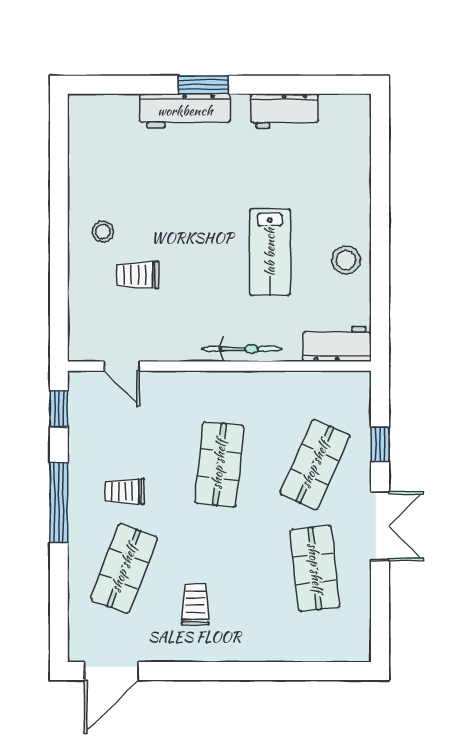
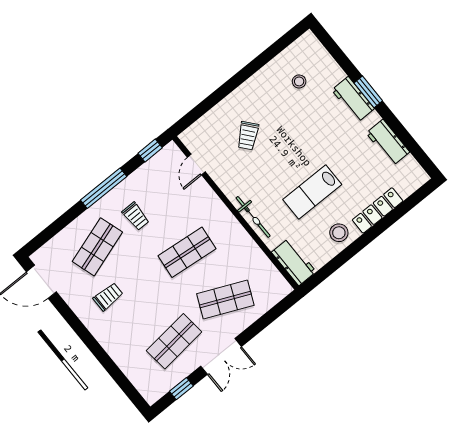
workbench: (185, 111) -> (353, 99), width x0.73
locker: (357, 191) -> (378, 210), added
stool: (103, 232) -> (299, 81), moved
trolley: (138, 275) -> (248, 136), turned -130
window: (380, 444) -> (181, 389), moved
trolley: (125, 492) -> (136, 216), turned 180
shop shelf: (124, 568) -> (97, 247), turned -39

